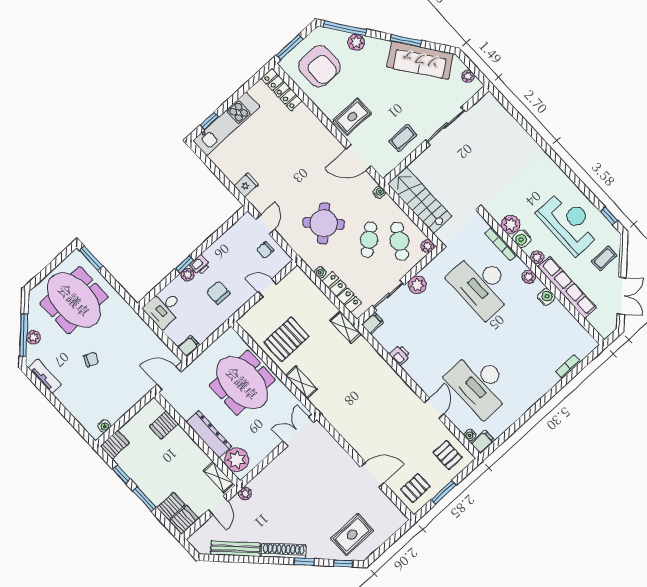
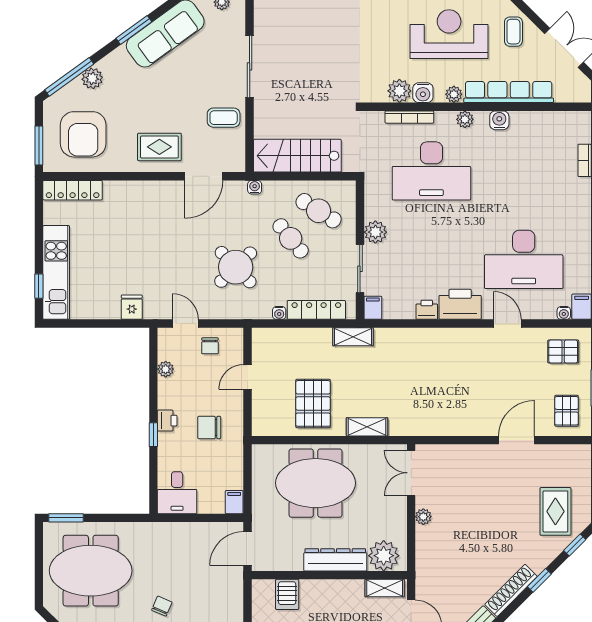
armchair: (319, 66) -> (83, 134), turned 90
rug: (352, 117) -> (159, 147), turned 90
coffee table: (403, 138) -> (224, 118), turned 90
plant: (427, 246) -> (348, 189), removed
plant: (187, 275) -> (166, 369), moved
printer: (420, 371) -> (460, 304), added
plant: (245, 494) -> (423, 517), moved

